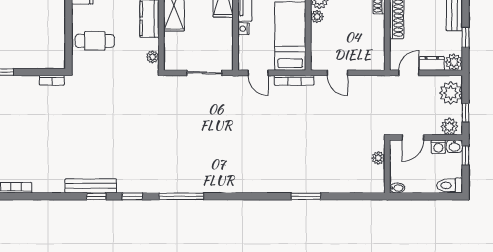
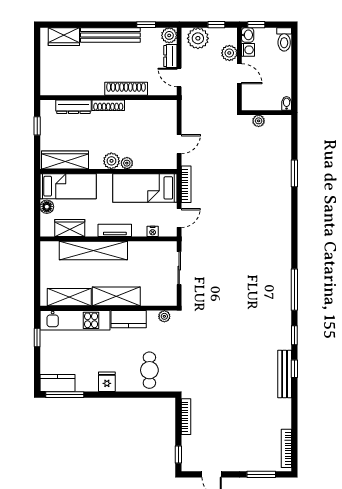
nightstand: (244, 29) -> (153, 231), moved
bookcase: (52, 80) -> (186, 417), width x1.56
plant: (449, 127) -> (229, 53), moved
plant: (378, 158) -> (259, 121), moved
wall: (387, 166) -> (266, 113), moved
bidet: (397, 188) -> (287, 103), moved

